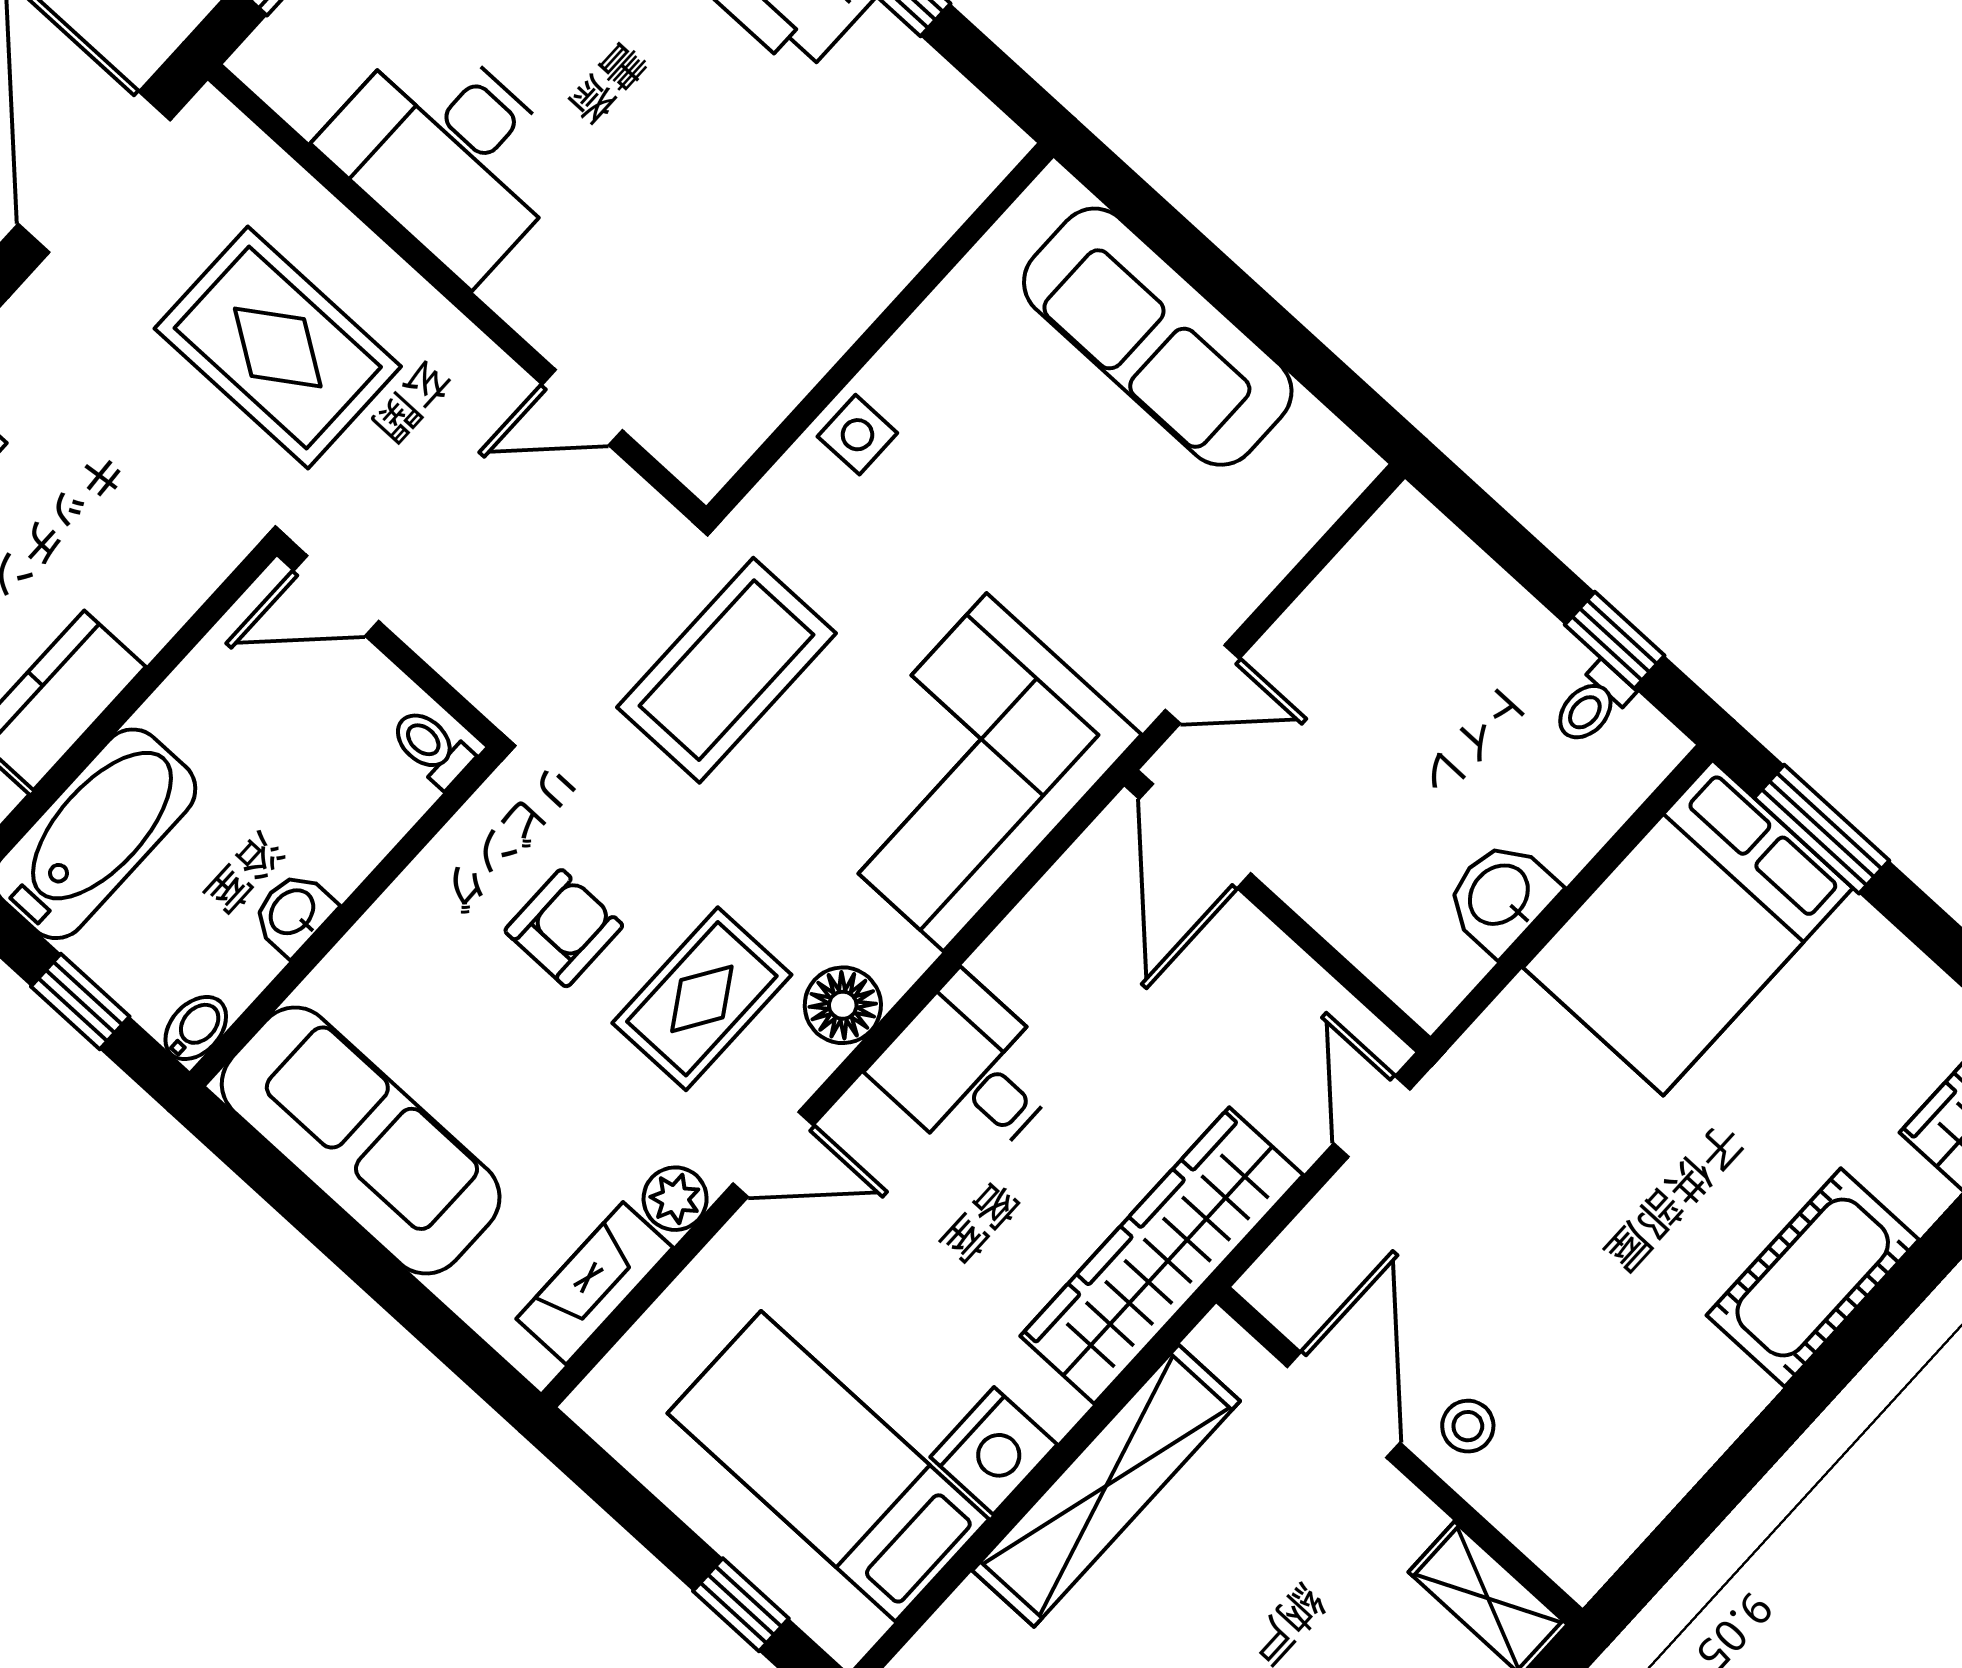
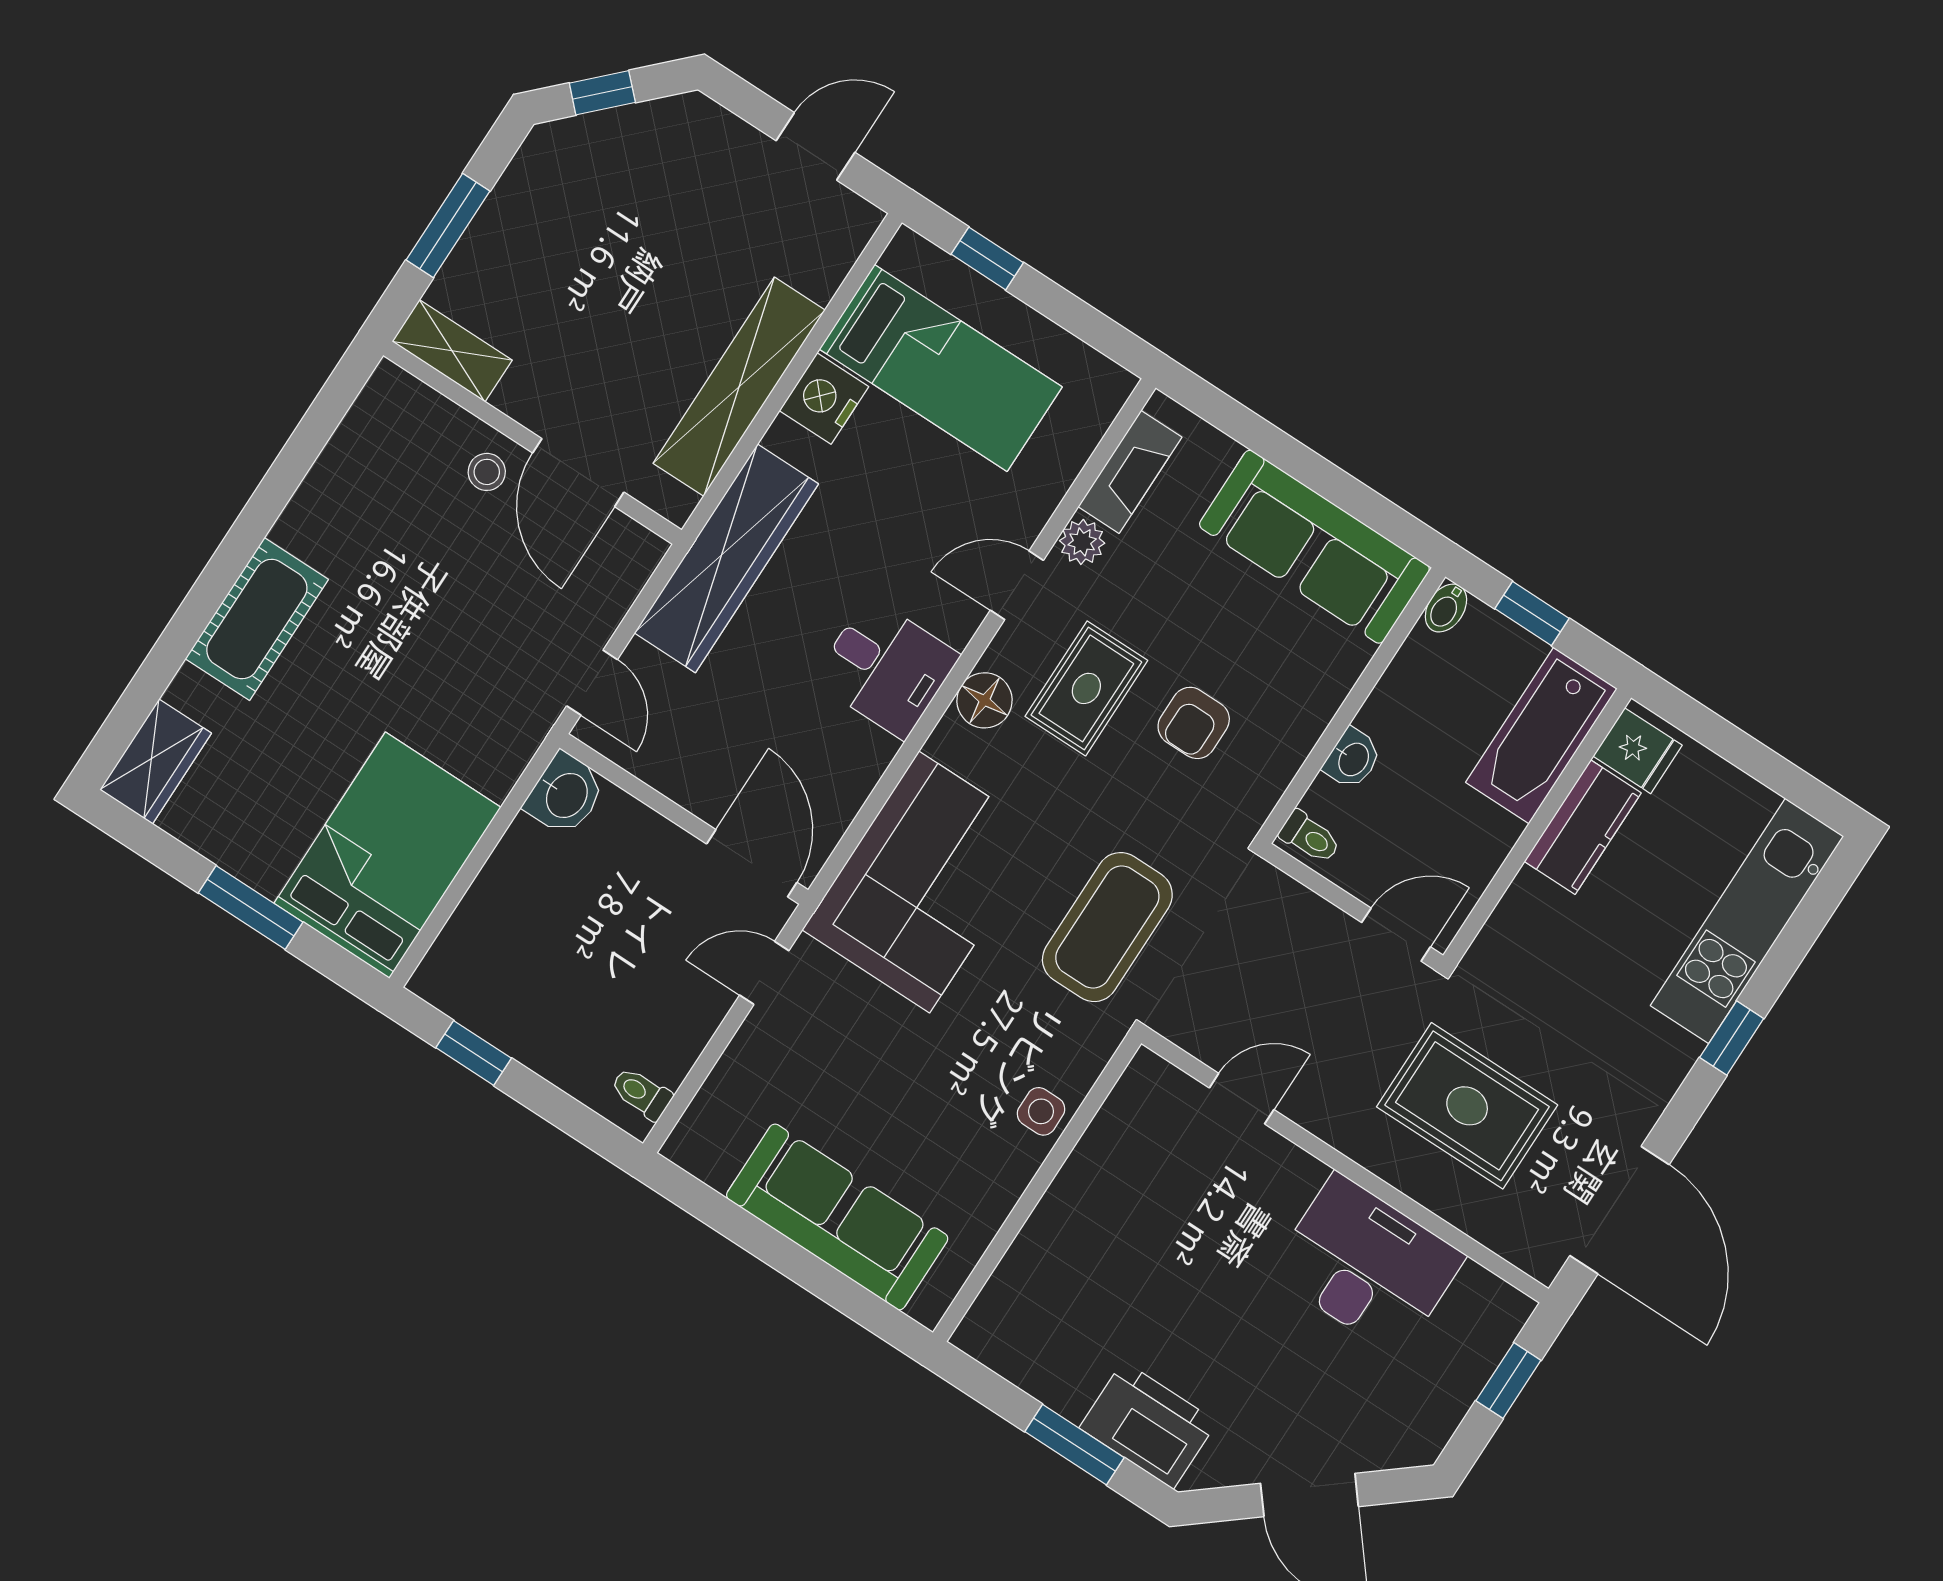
toilet: (1592, 704) -> (641, 1093), moved, turned -90
window: (1822, 829) -> (251, 908), moved
washbasin: (1501, 896) -> (565, 794), moved
washbasin: (293, 913) -> (1353, 759), moved

